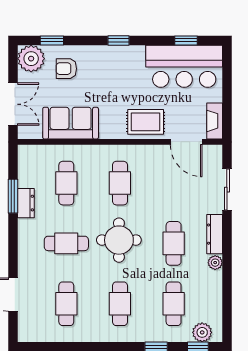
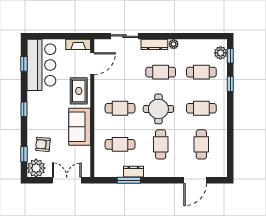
armchair: (66, 69) -> (43, 144), turned 95
sofa: (71, 123) -> (80, 127), moved
cafe table: (66, 304) -> (201, 144), turned 90

